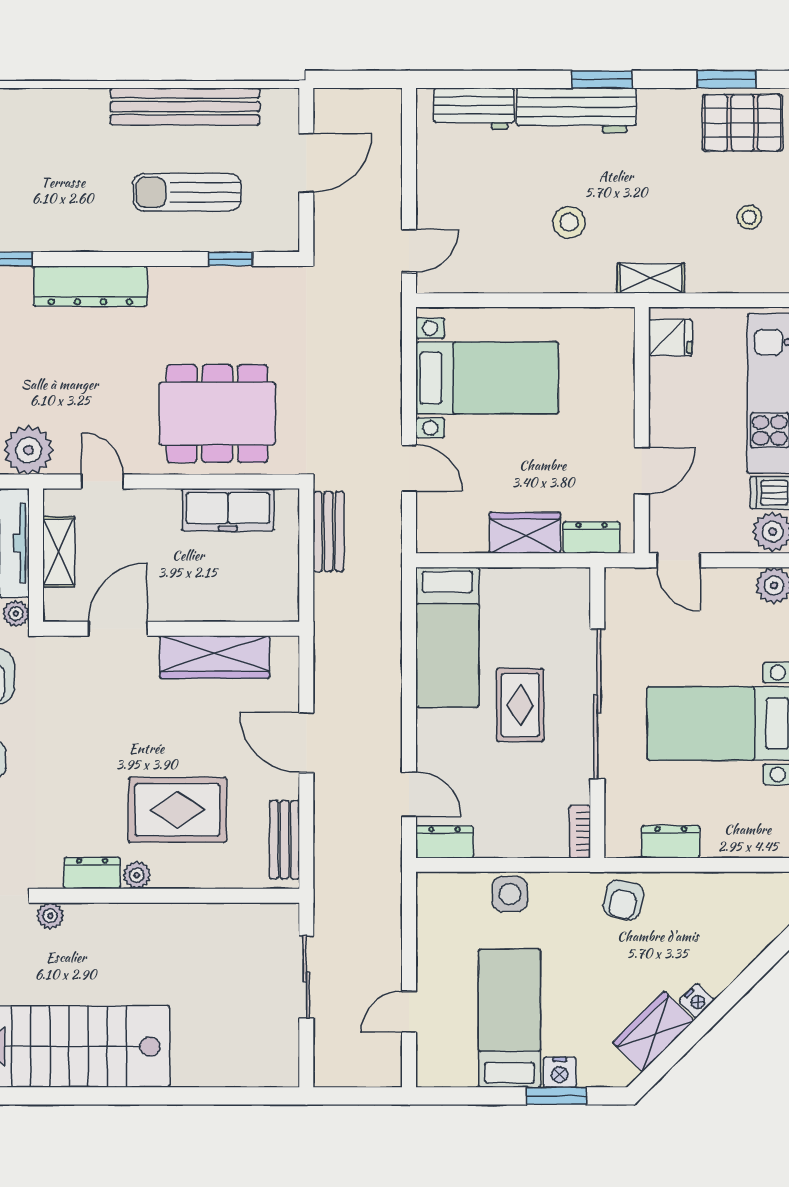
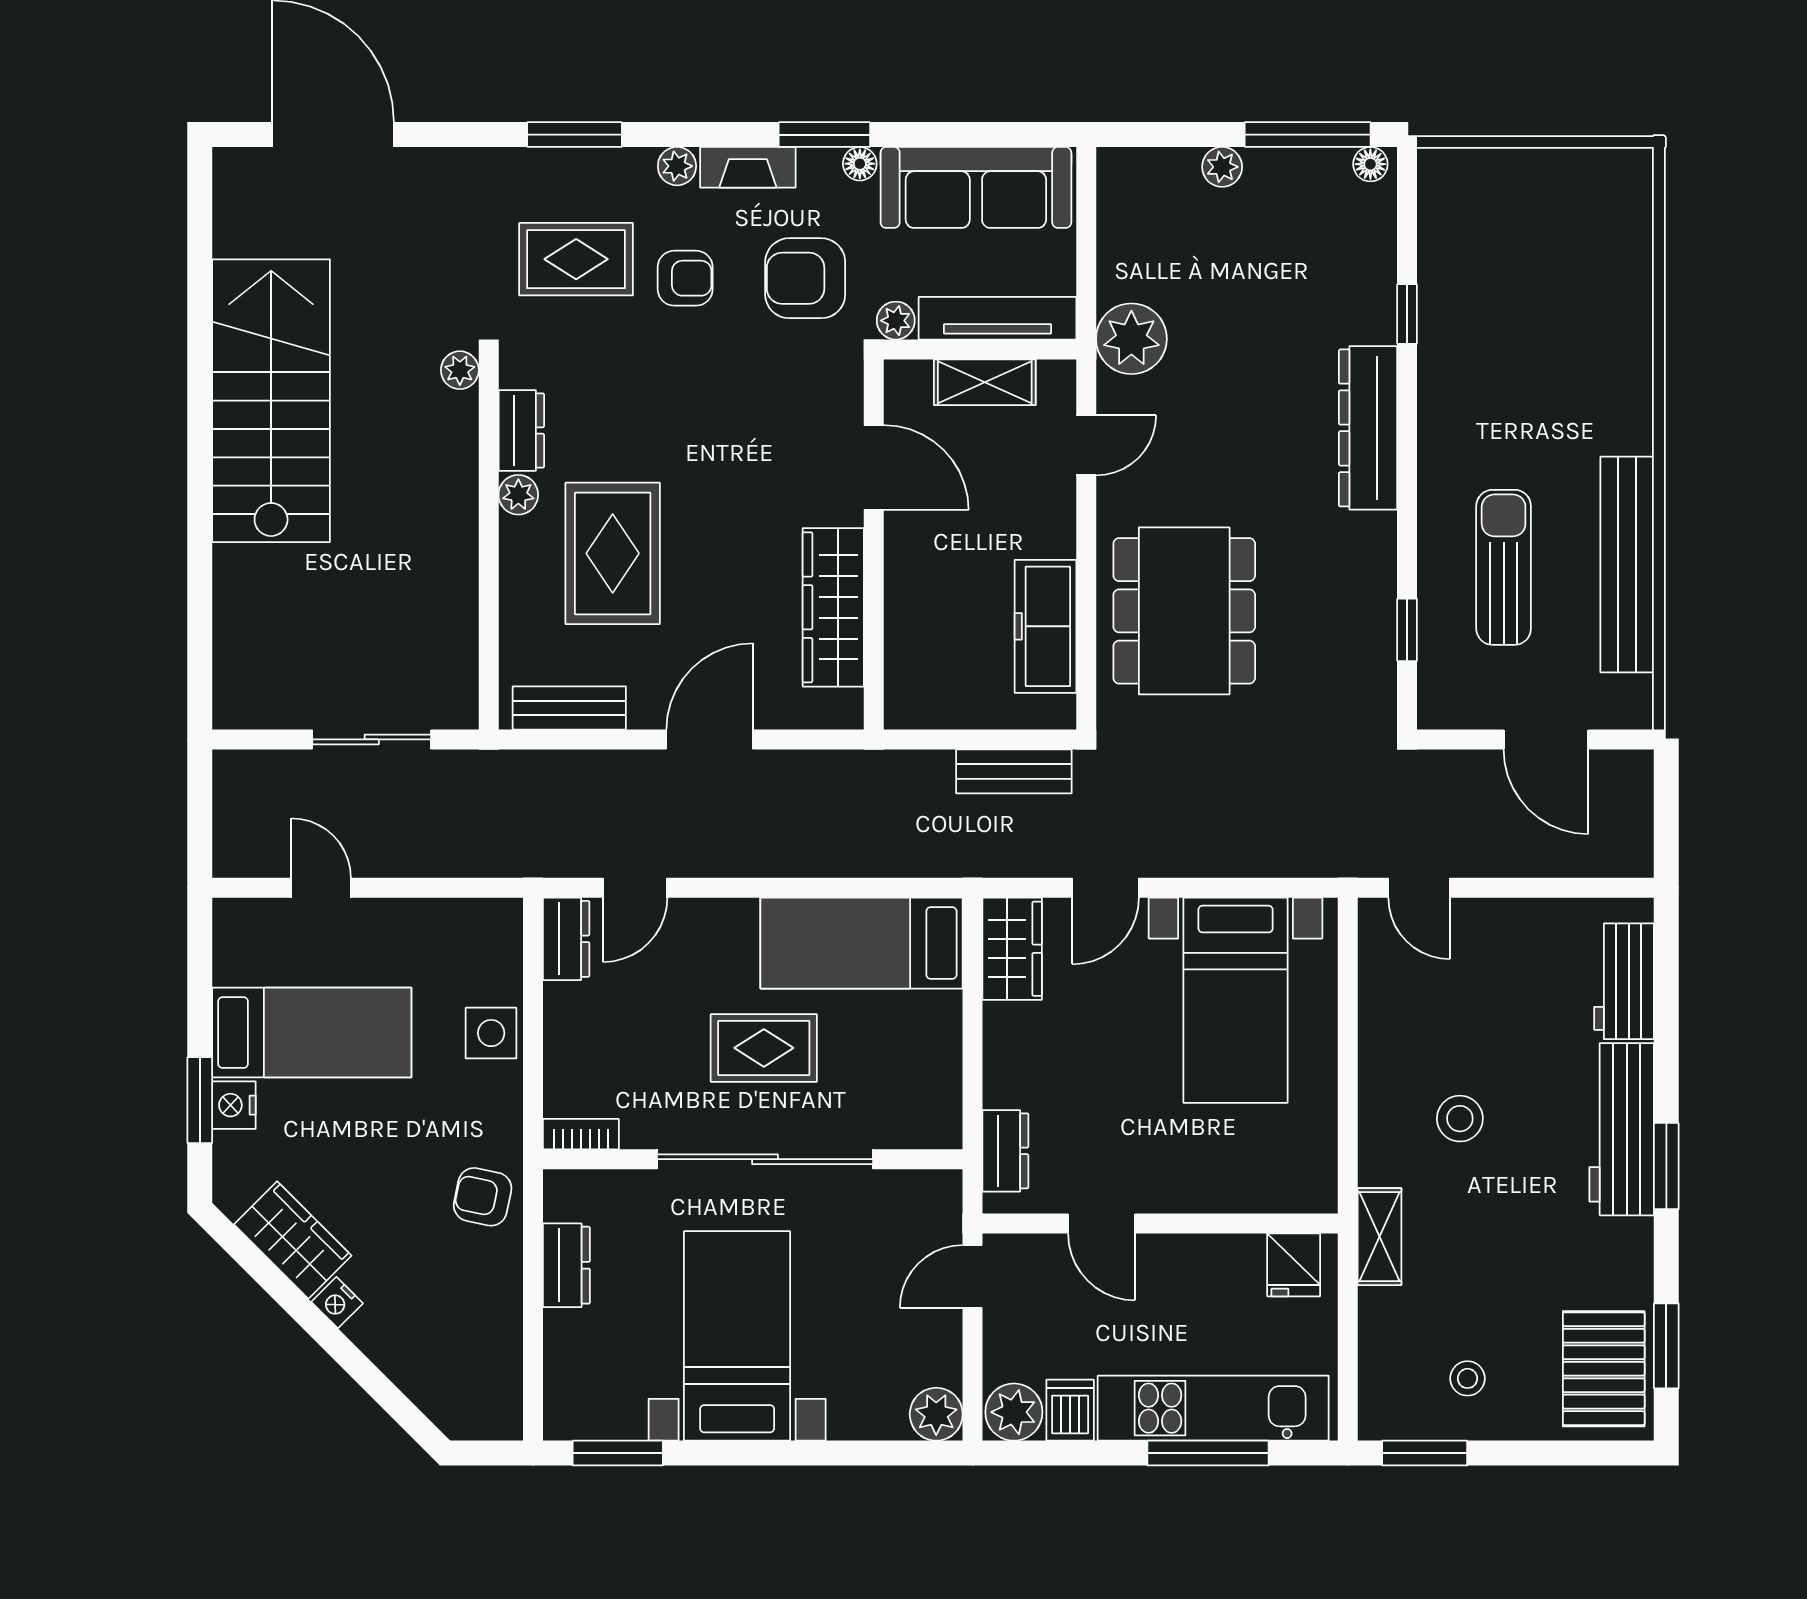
wardrobe: (525, 533) -> (1012, 949), moved

